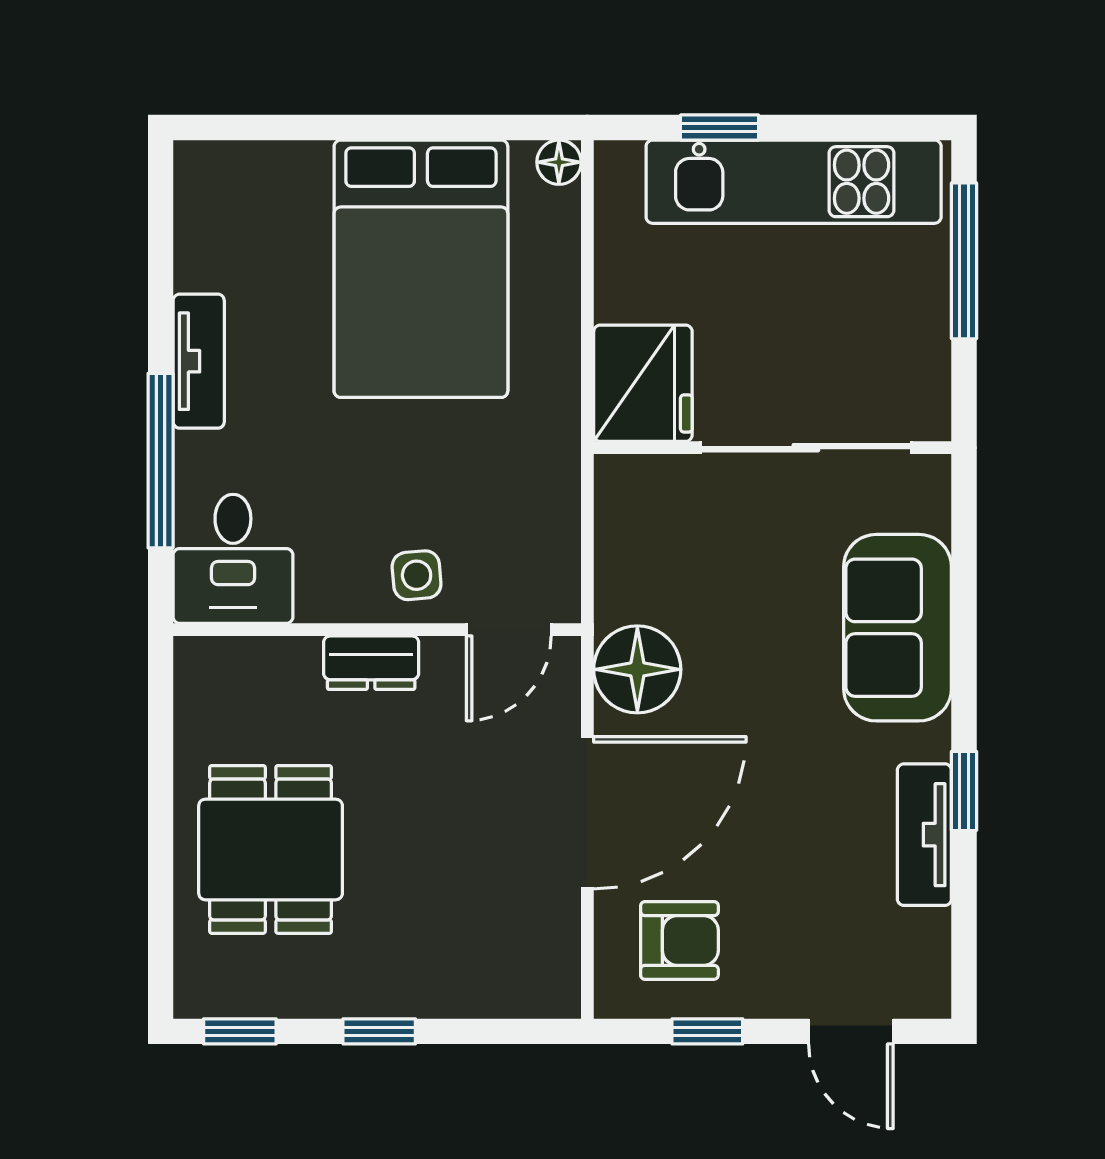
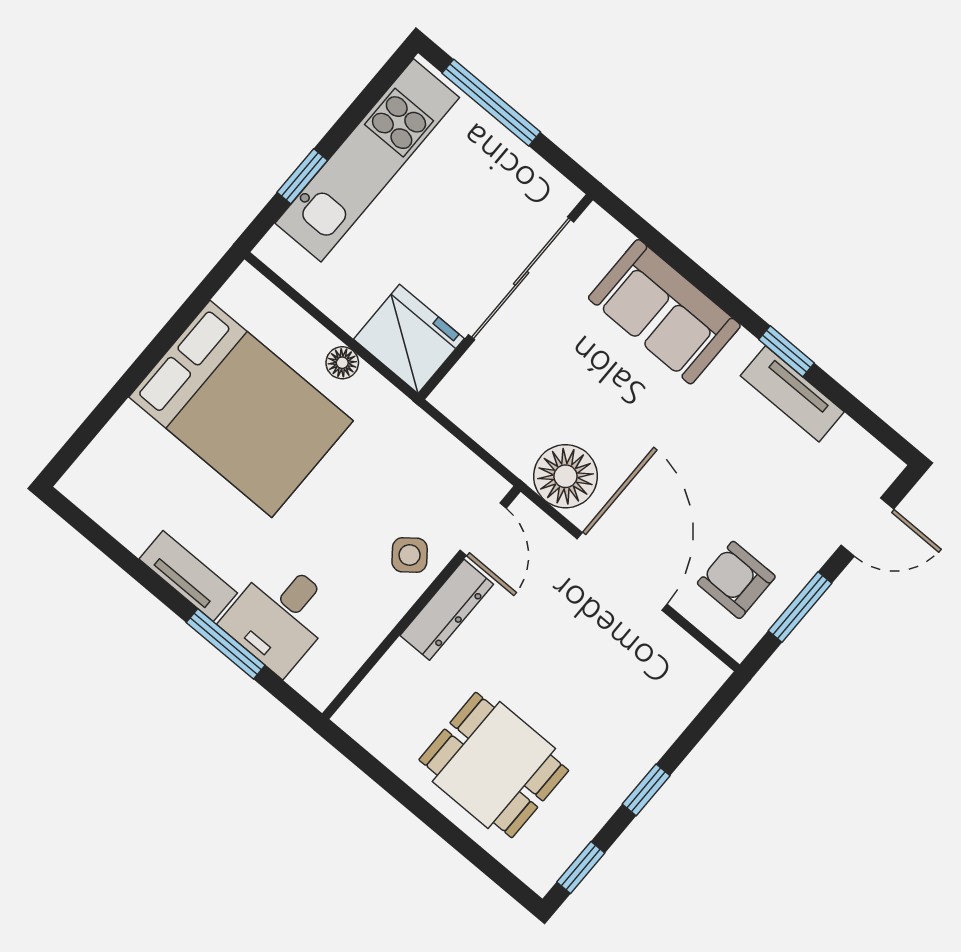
floor lamp: (559, 162) -> (342, 363), moved
window: (161, 461) -> (226, 644), width x0.69
desk: (233, 559) -> (280, 616), moved, turned 90
side table: (417, 575) -> (410, 555), turned -33
dresser: (371, 663) -> (447, 610), width x1.44
armchair: (679, 940) -> (736, 580), turned -90
window: (707, 1031) -> (800, 607), width x1.50

